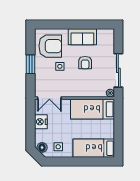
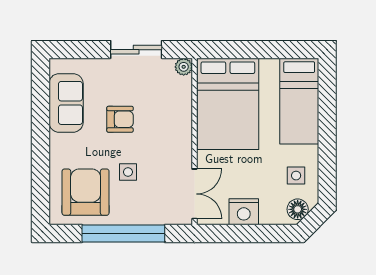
sofa: (82, 37) -> (66, 103), moved
window: (30, 64) -> (123, 234), width x2.11
sliding door: (118, 70) -> (136, 50), width x0.73
bed: (92, 109) -> (228, 104), width x1.50

